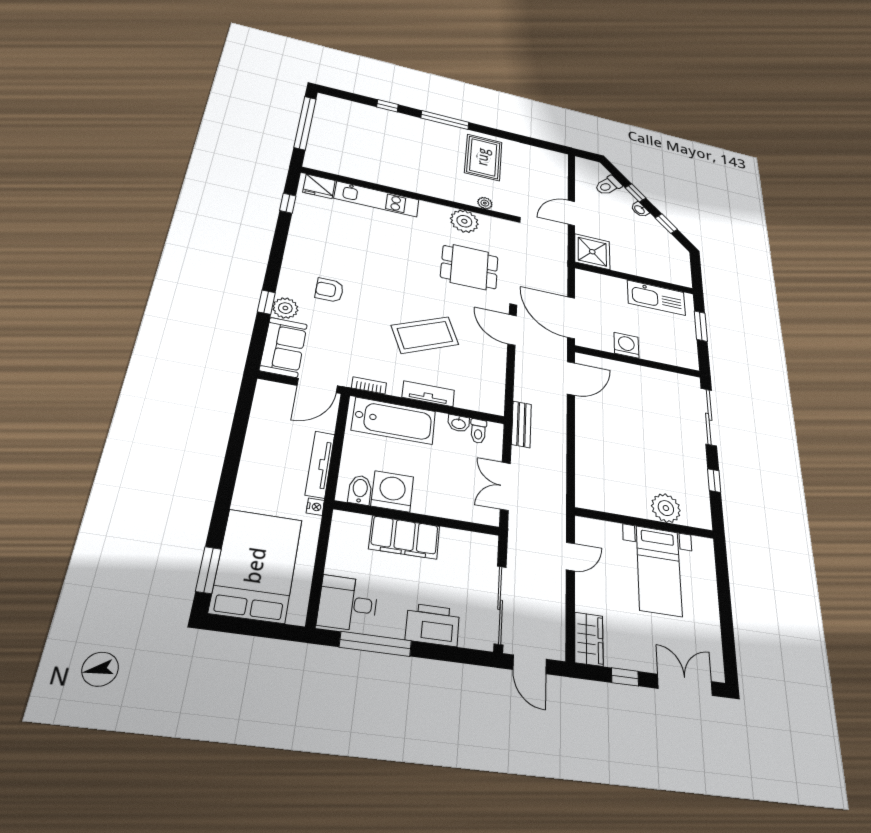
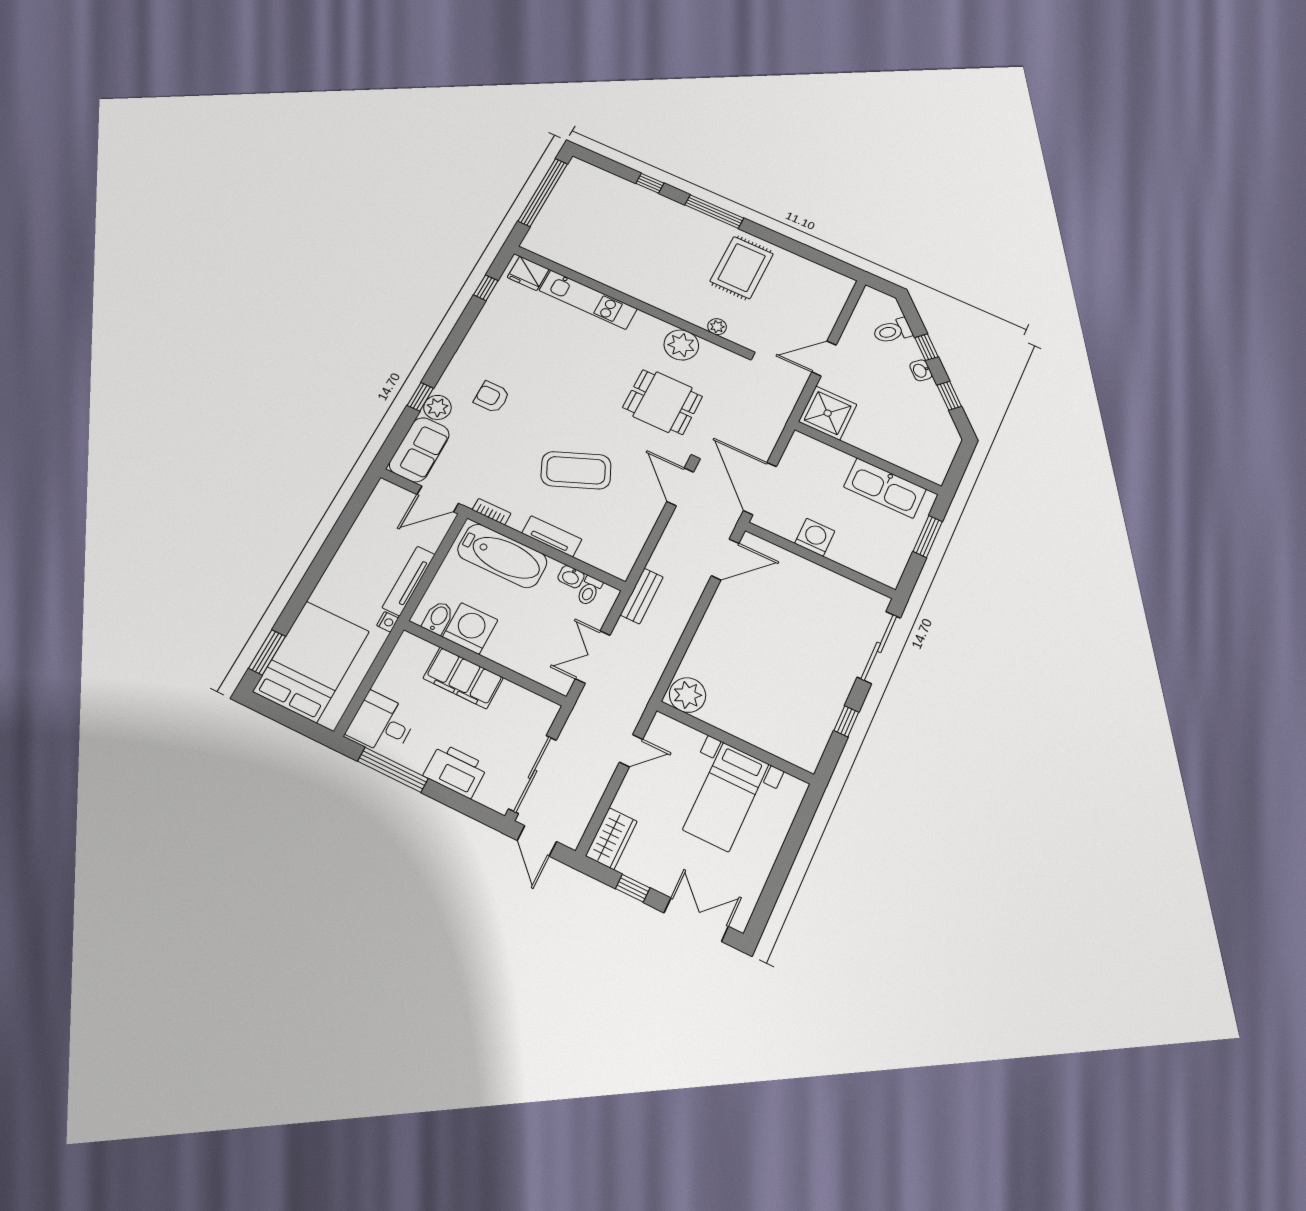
plant: (666, 508) -> (688, 695), moved

